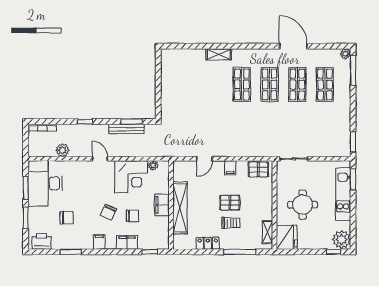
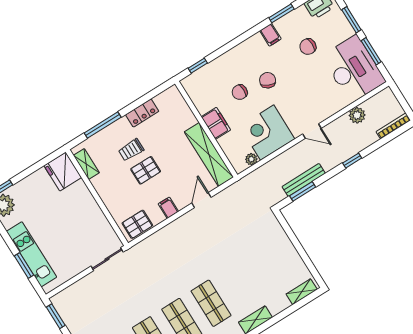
shelving: (175, 54) -> (302, 292), added
window: (353, 179) -> (24, 266), moved
round table: (303, 205) -> (67, 216), removed
shelving: (180, 208) -> (209, 155), moved
filing cabinet: (99, 242) -> (270, 35), moved
filing cabinet: (127, 242) -> (228, 61), removed

